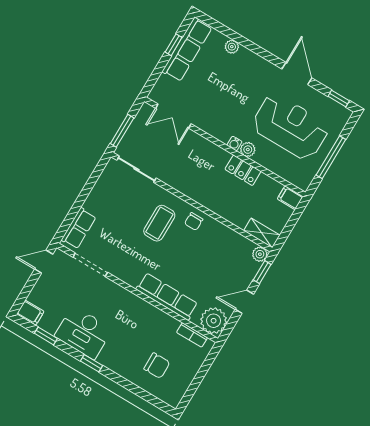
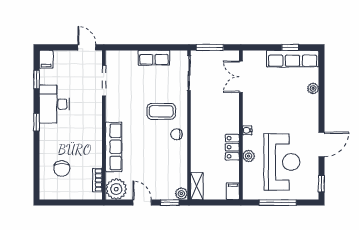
plant: (248, 150) -> (249, 156), moved
row of seats: (79, 228) -> (154, 58), moved

